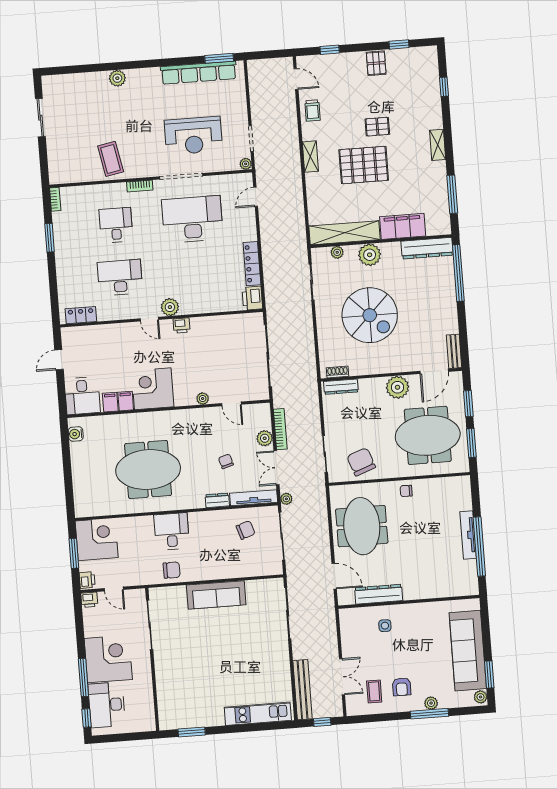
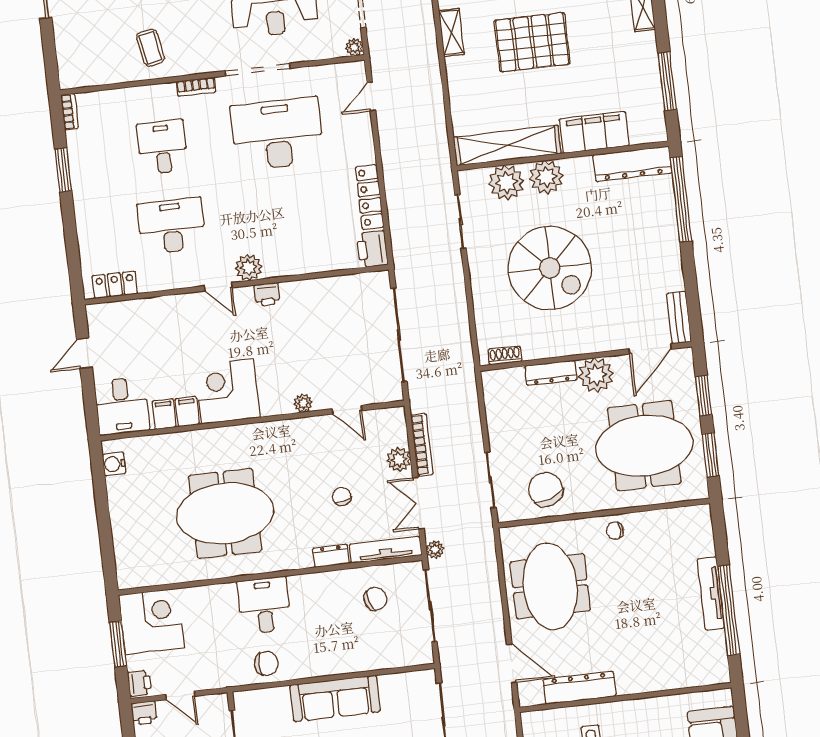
coffee table: (111, 159) -> (150, 48), width x0.73, depth x0.77
plant: (337, 252) -> (506, 182), width x1.87, depth x1.87
dresser: (341, 387) -> (551, 373), moved

